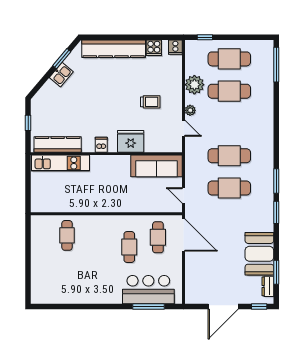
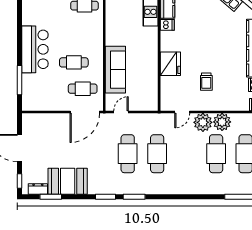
plant: (190, 110) -> (203, 122), width x1.88, depth x1.88
dishwasher: (101, 145) -> (167, 25), moved
sofa: (156, 166) -> (115, 70), moved, turned 180
bar counter: (148, 290) -> (35, 49), moved

